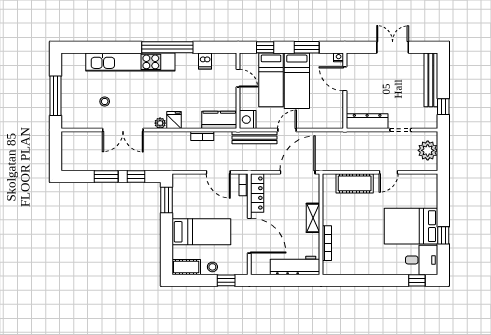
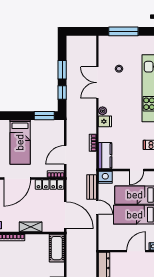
bench: (254, 138) -> (92, 187), width x0.73
cot: (355, 183) -> (57, 248), moved

